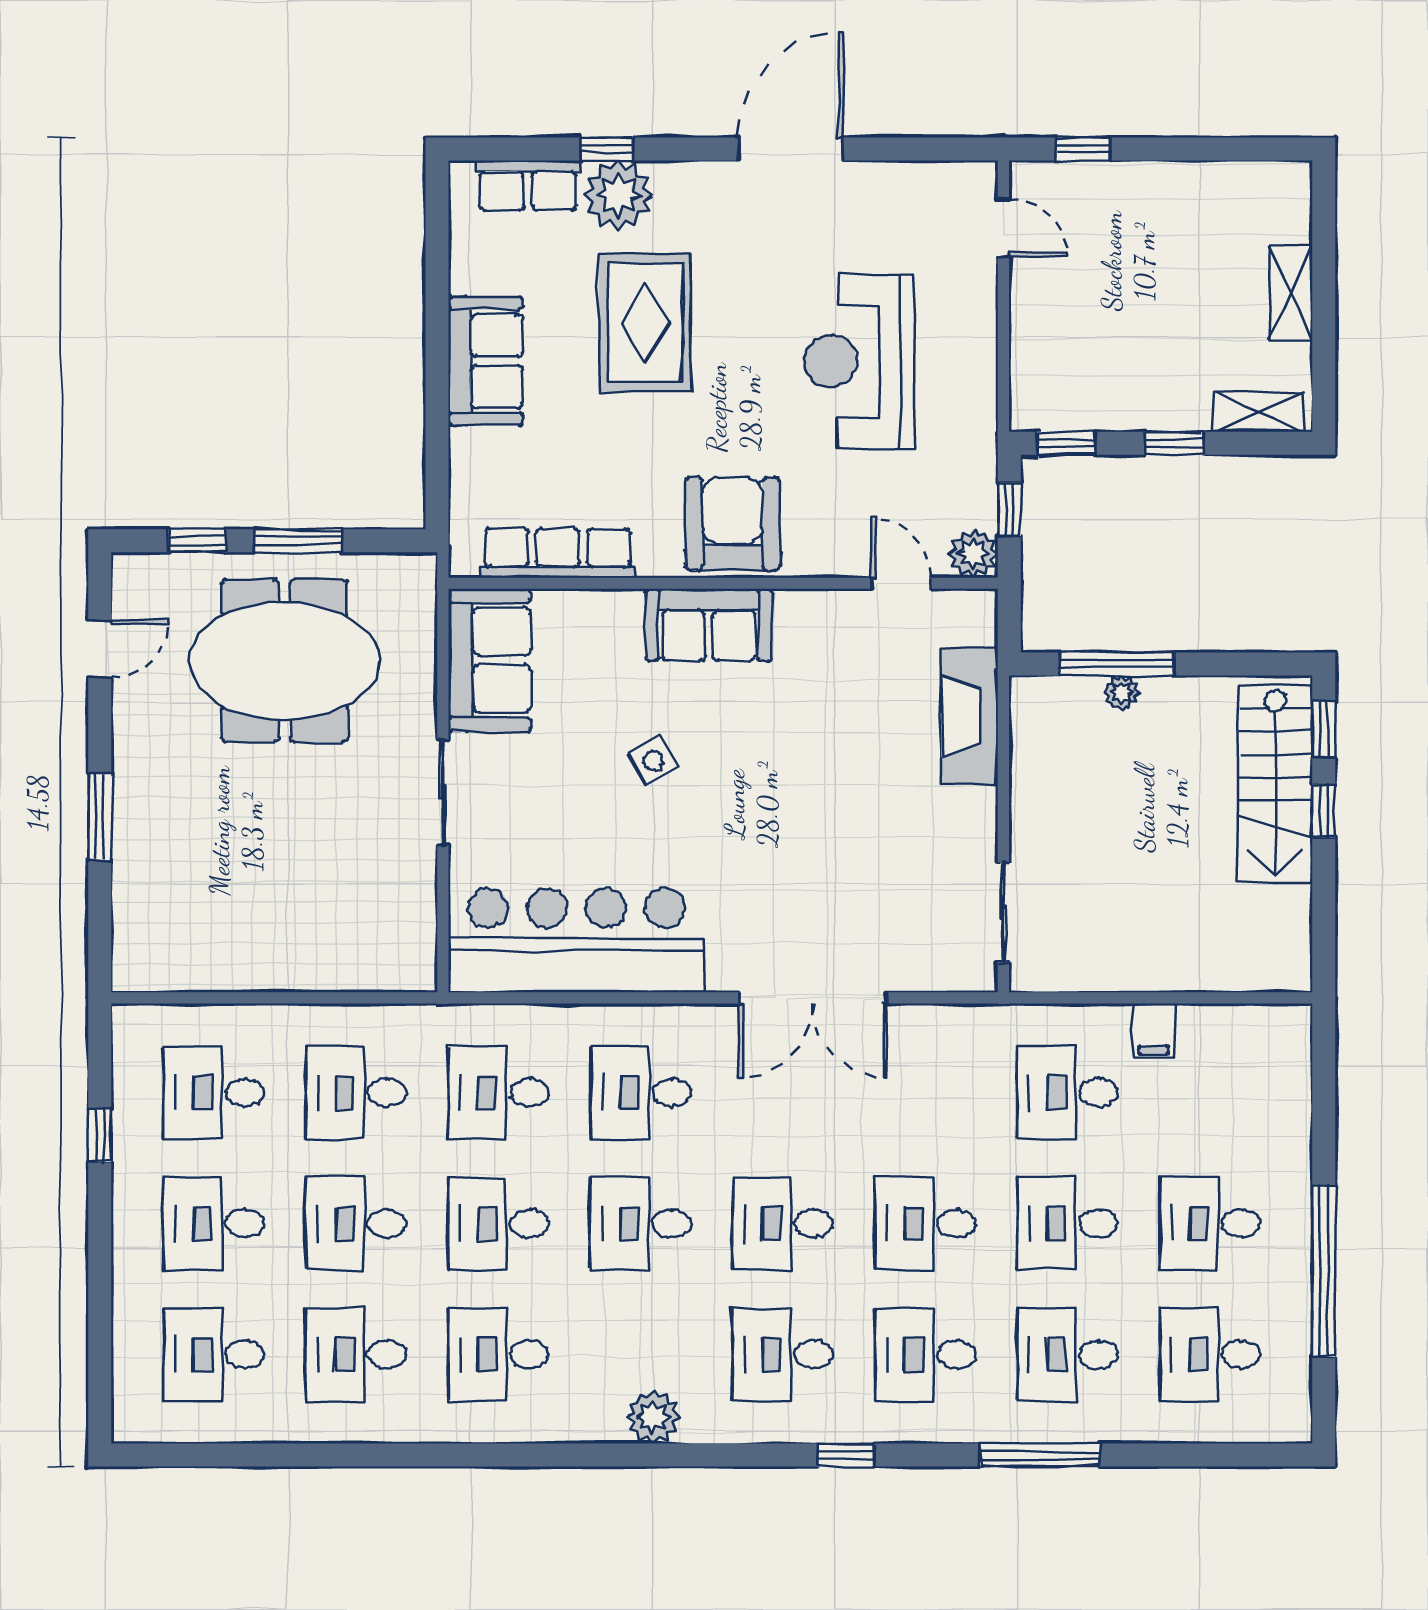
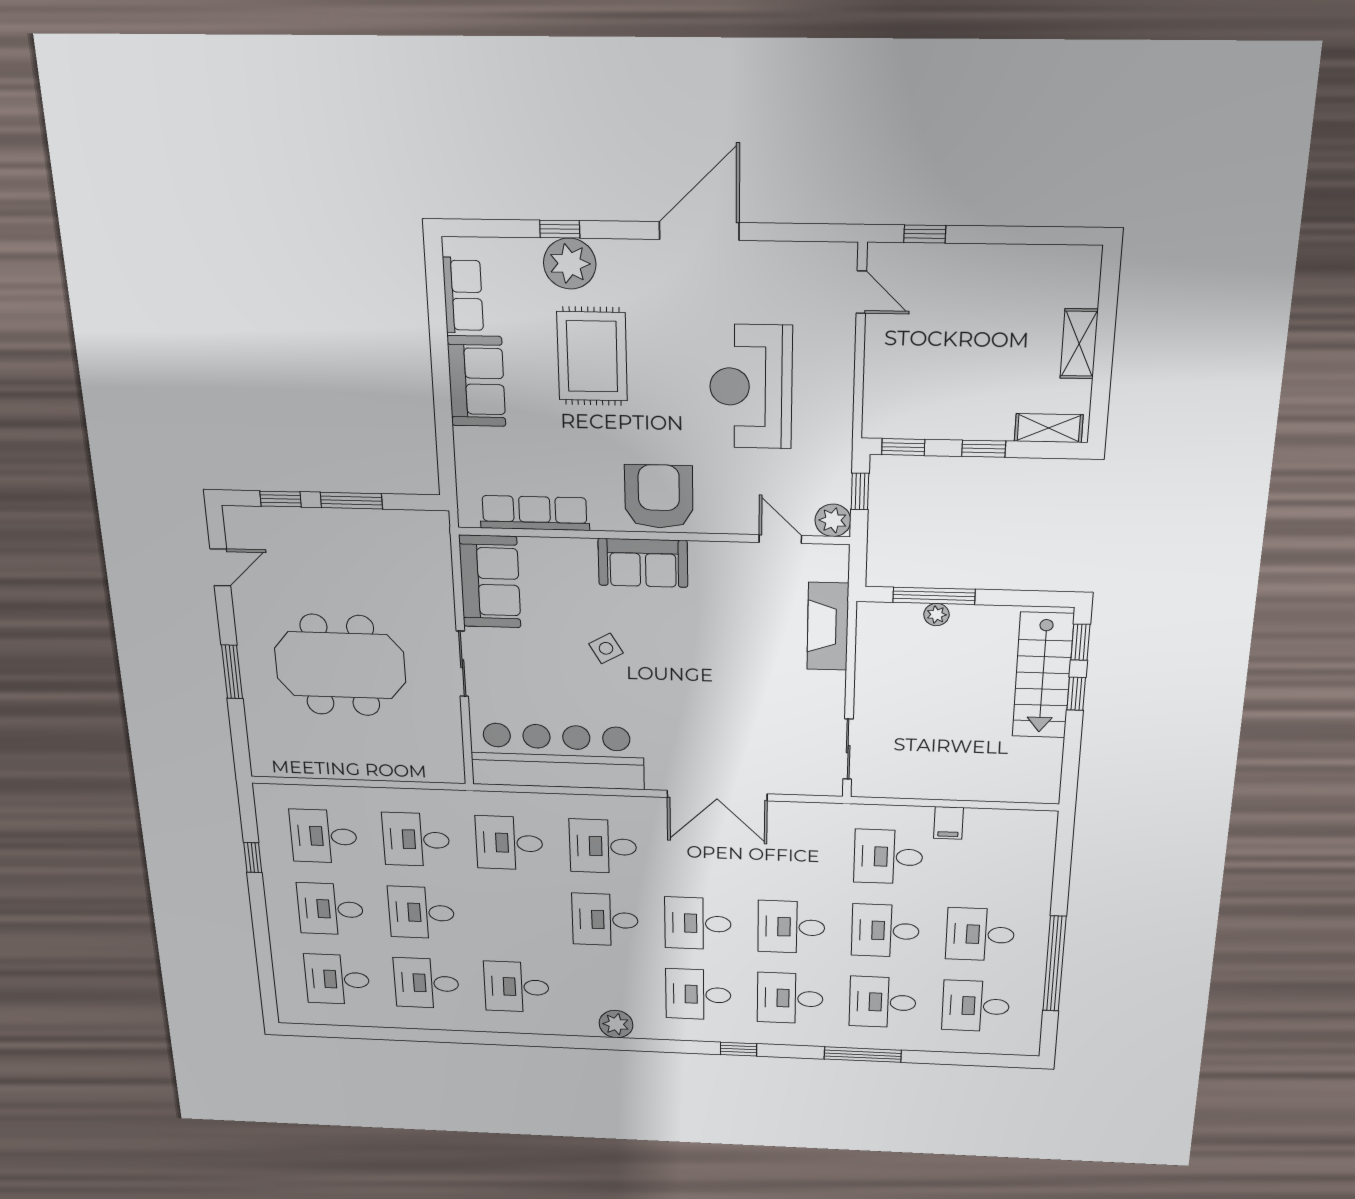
row of seats: (528, 185) -> (463, 295), moved, turned -90
meeting table: (285, 661) -> (340, 665), moved
desk: (498, 1224) -> (513, 916), removed

